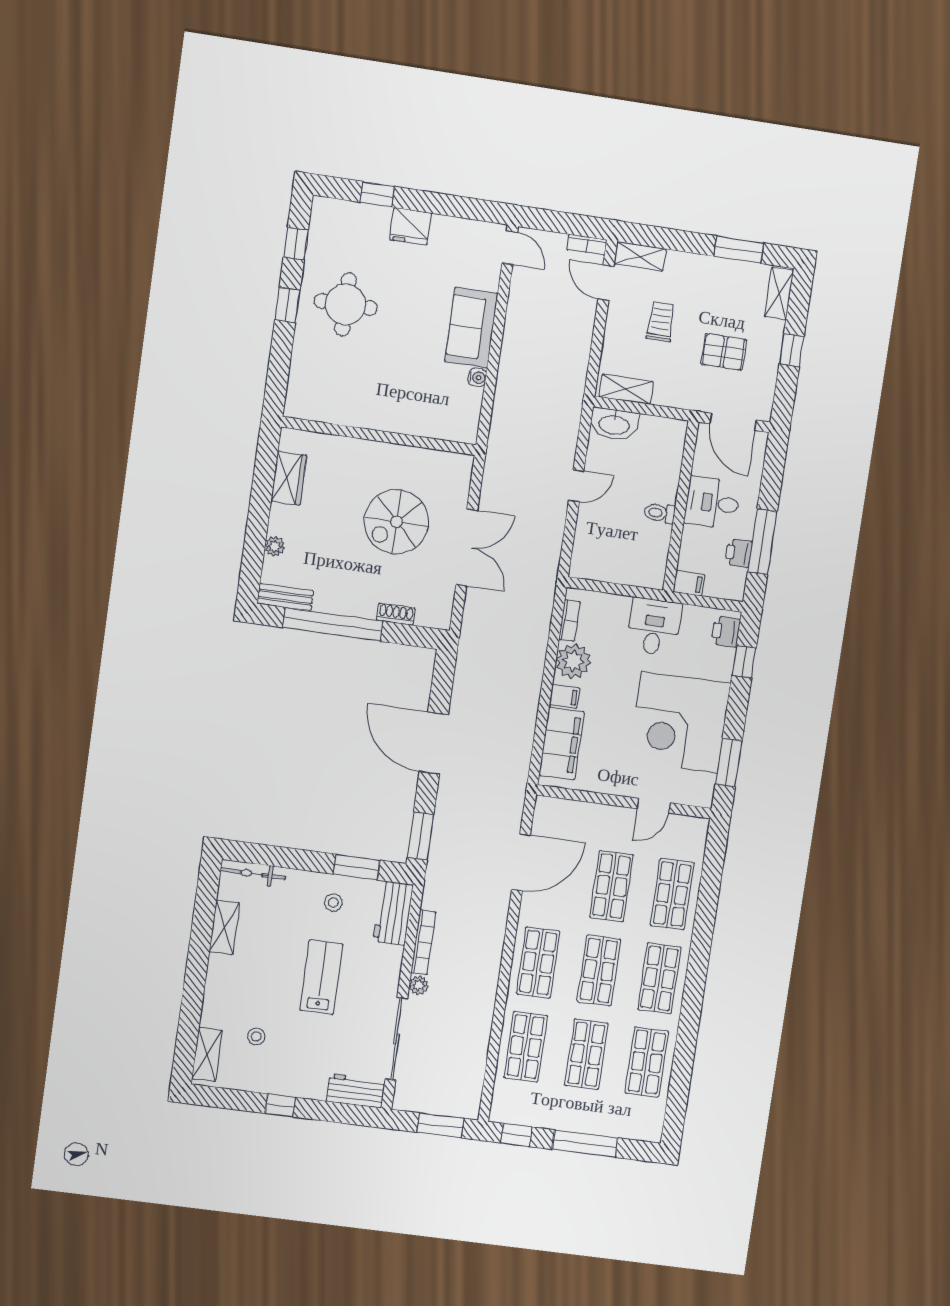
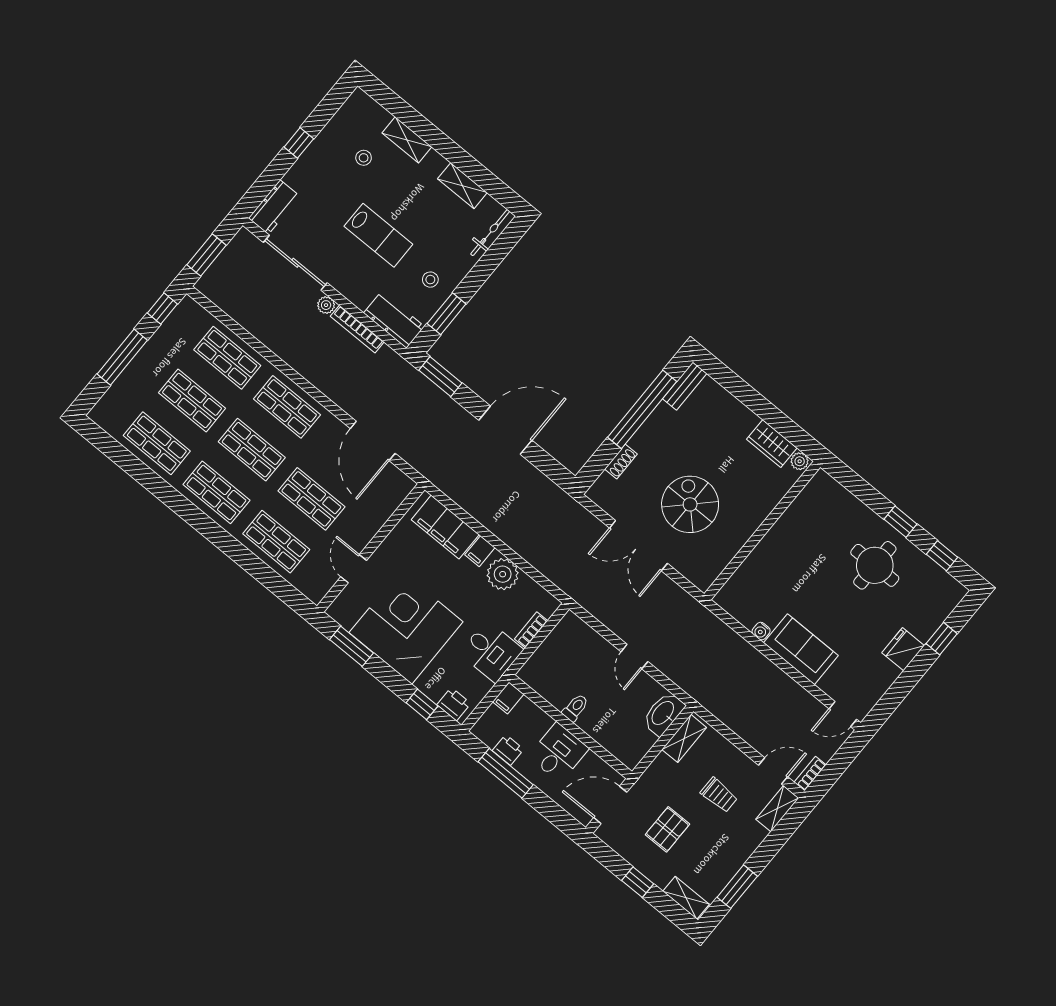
plant: (275, 547) -> (800, 461), moved
bookcase: (569, 621) -> (531, 630), moved, turned 90
shelving: (207, 1054) -> (407, 140), moved

